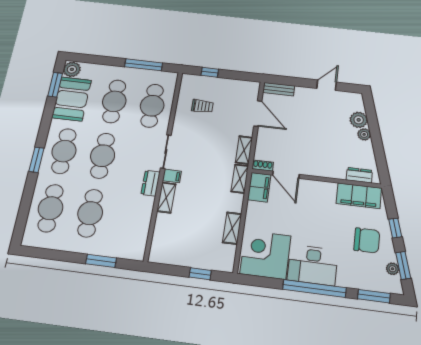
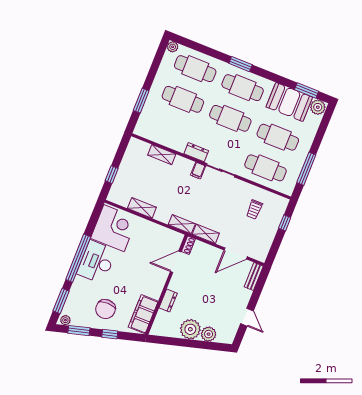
plant: (364, 134) -> (190, 329), width x1.88, depth x1.88
dresser: (359, 175) -> (168, 300), moved
filing cabinet: (259, 187) -> (171, 238), removed
shelving: (166, 198) -> (162, 155), moved
plant: (28, 240) -> (173, 47), added
plant: (392, 269) -> (65, 320), moved

